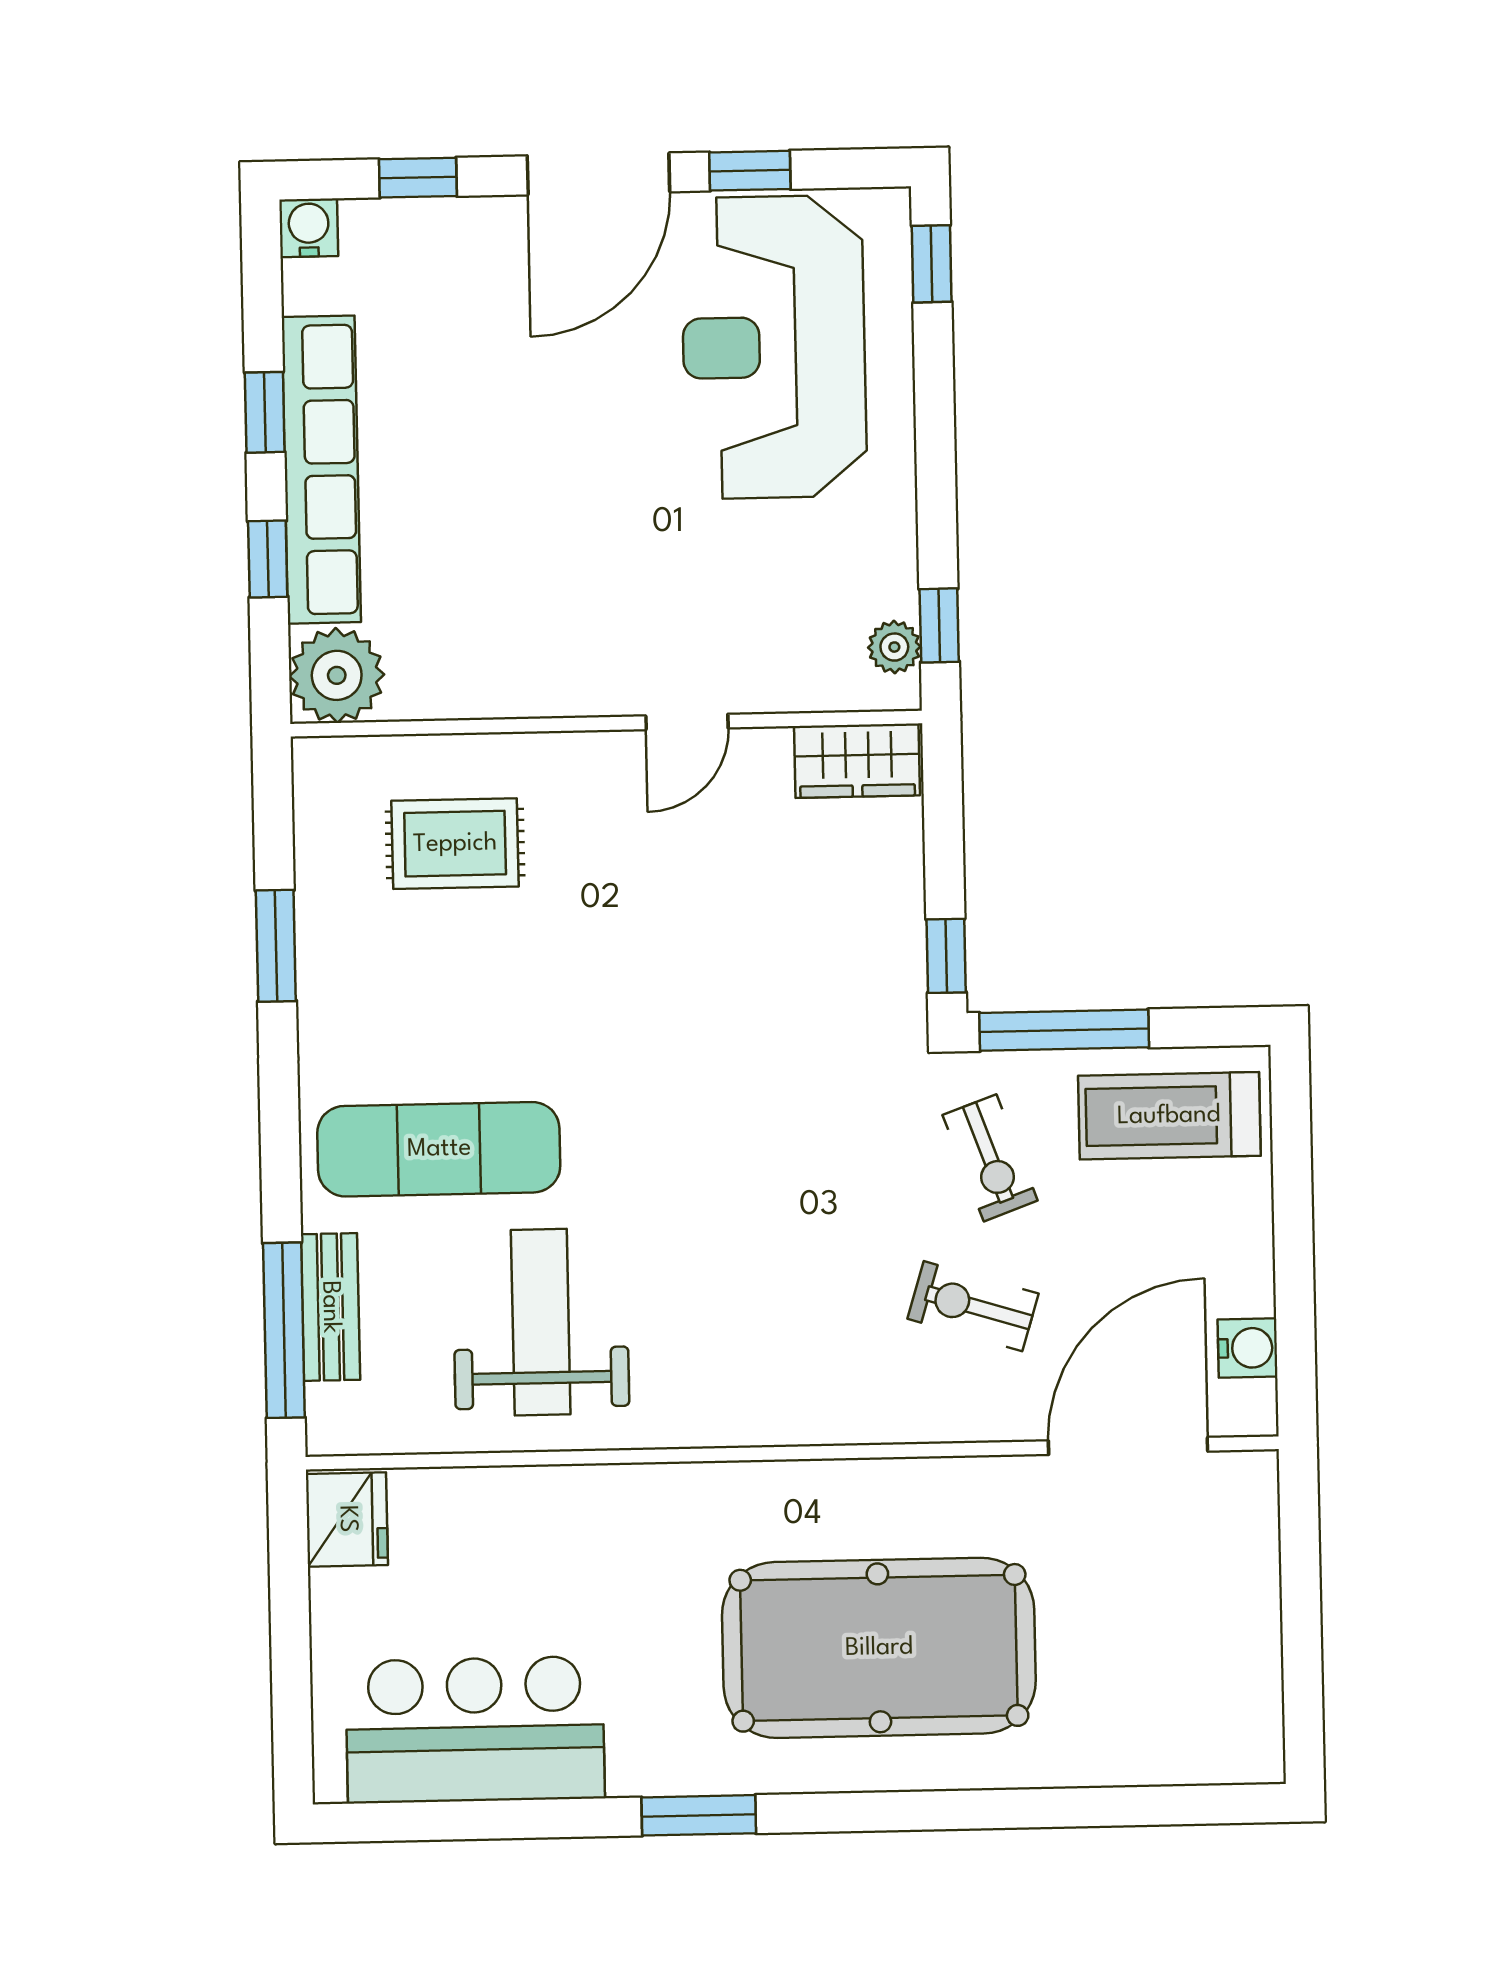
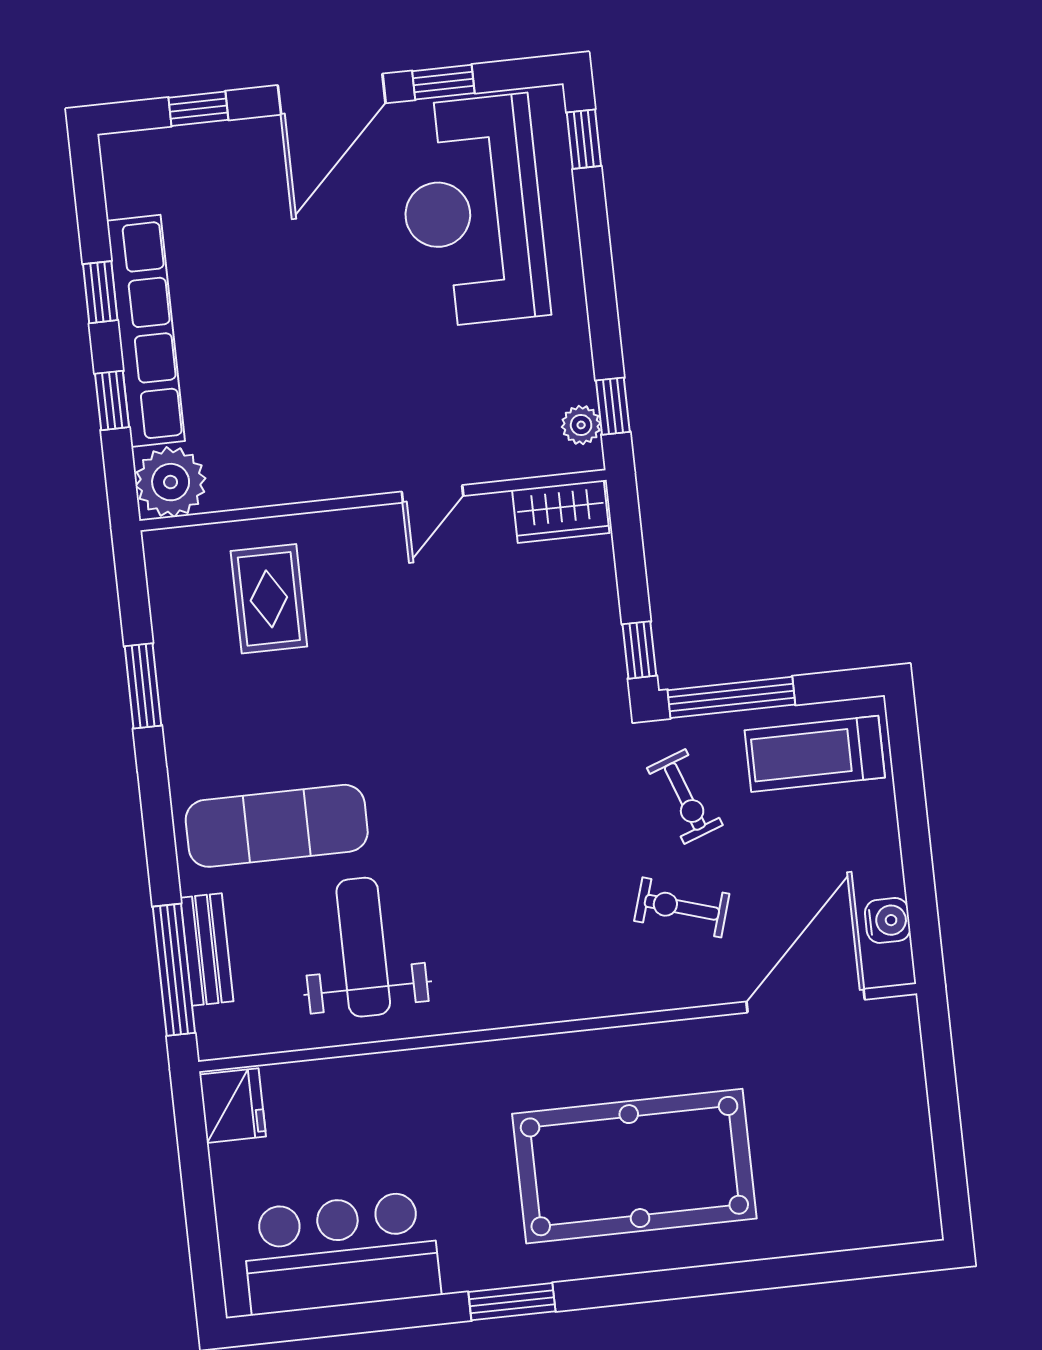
water cooler: (309, 228) -> (121, 153), removed
rug: (455, 844) -> (269, 599), turned 90

